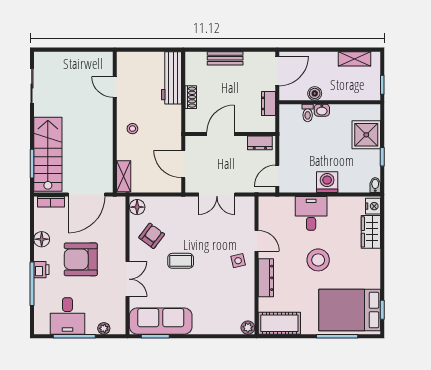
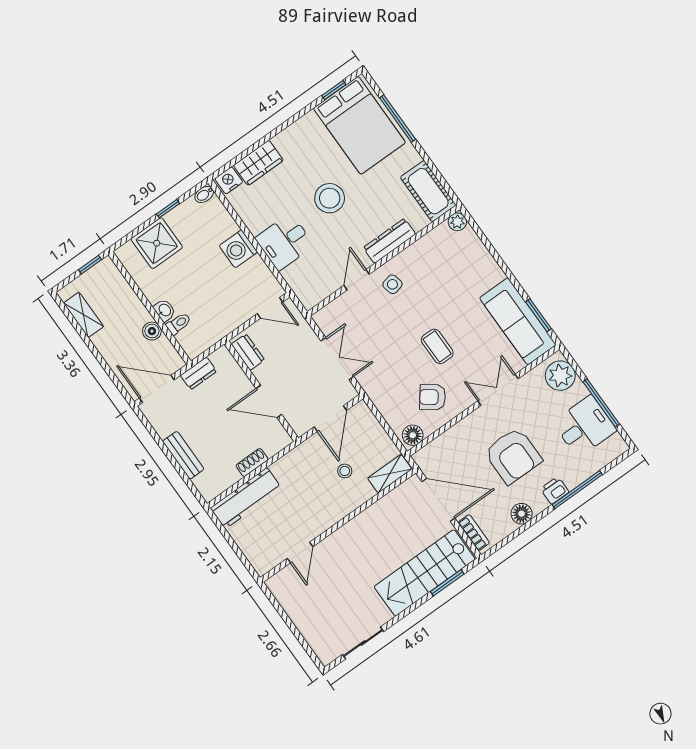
stool: (132, 129) -> (345, 471), moved
plant: (104, 328) -> (560, 376), width x1.88, depth x1.88

